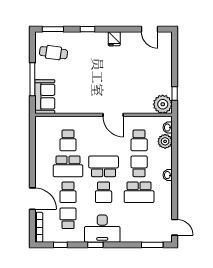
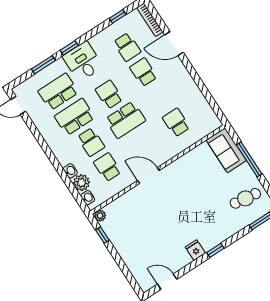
window: (87, 29) -> (215, 250), moved
plant: (163, 104) -> (100, 216), width x0.53, depth x0.53
school desk: (68, 166) -> (58, 92), moved
washbasin: (168, 175) -> (70, 171), moved
desk: (102, 229) -> (83, 62), width x0.73
window: (95, 245) -> (69, 48), moved
window: (152, 245) -> (43, 65), moved

